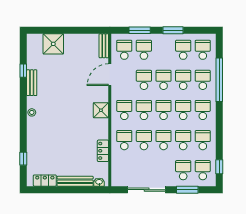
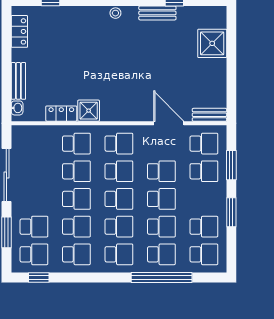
shower: (101, 110) -> (89, 111), moved
bench: (75, 181) -> (18, 81), width x0.73

